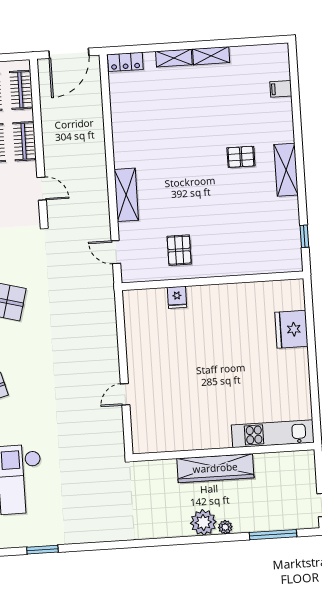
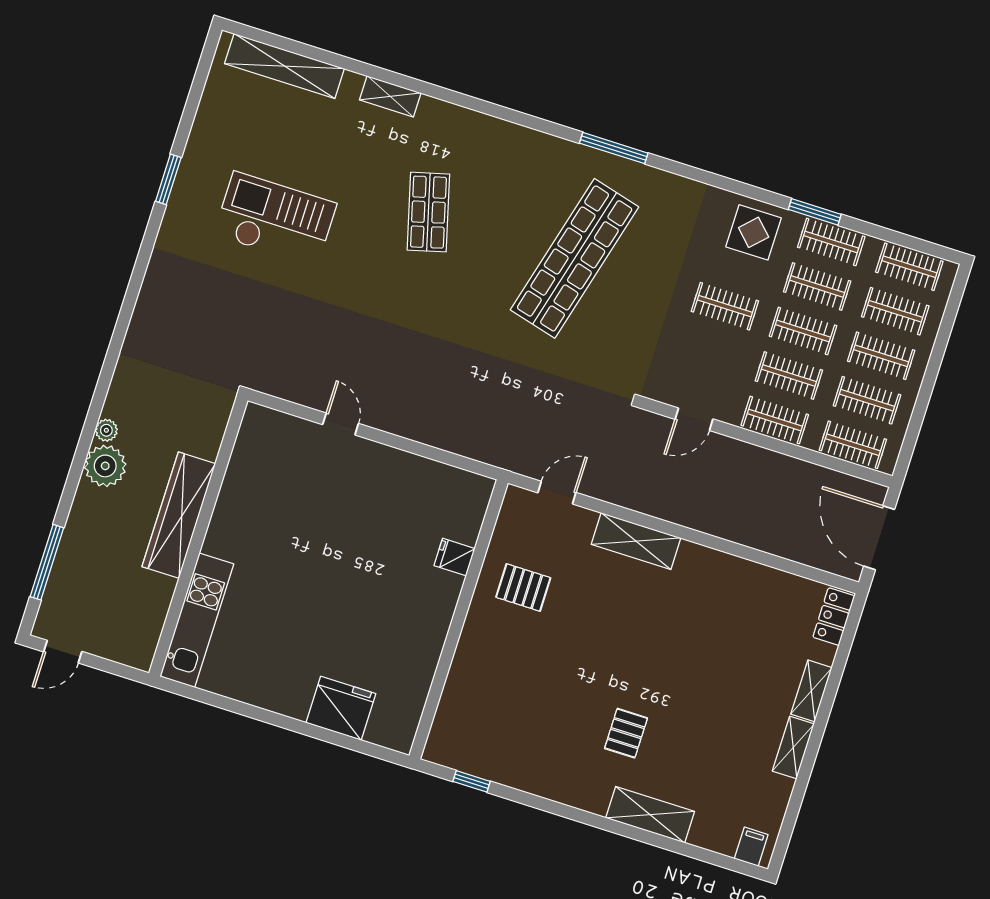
filing cabinet: (281, 89) -> (751, 847), moved
shelving: (286, 170) -> (650, 815), moved
plant: (225, 527) -> (106, 430), moved
window: (42, 550) -> (168, 179), moved

